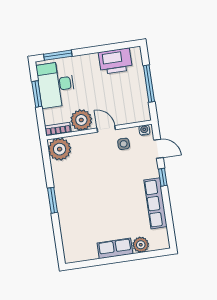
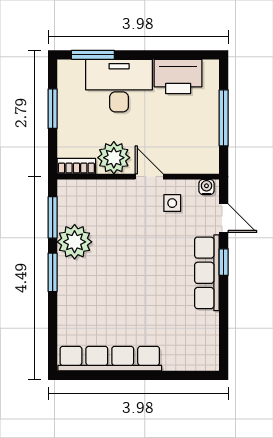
desk: (56, 85) -> (119, 86), moved, turned 90
plant: (60, 149) -> (75, 242), moved
window: (47, 165) -> (53, 217), added
row of seats: (155, 203) -> (207, 273), moved
plant: (141, 245) -> (175, 359), removed
row of seats: (115, 248) -> (110, 359), width x2.02

